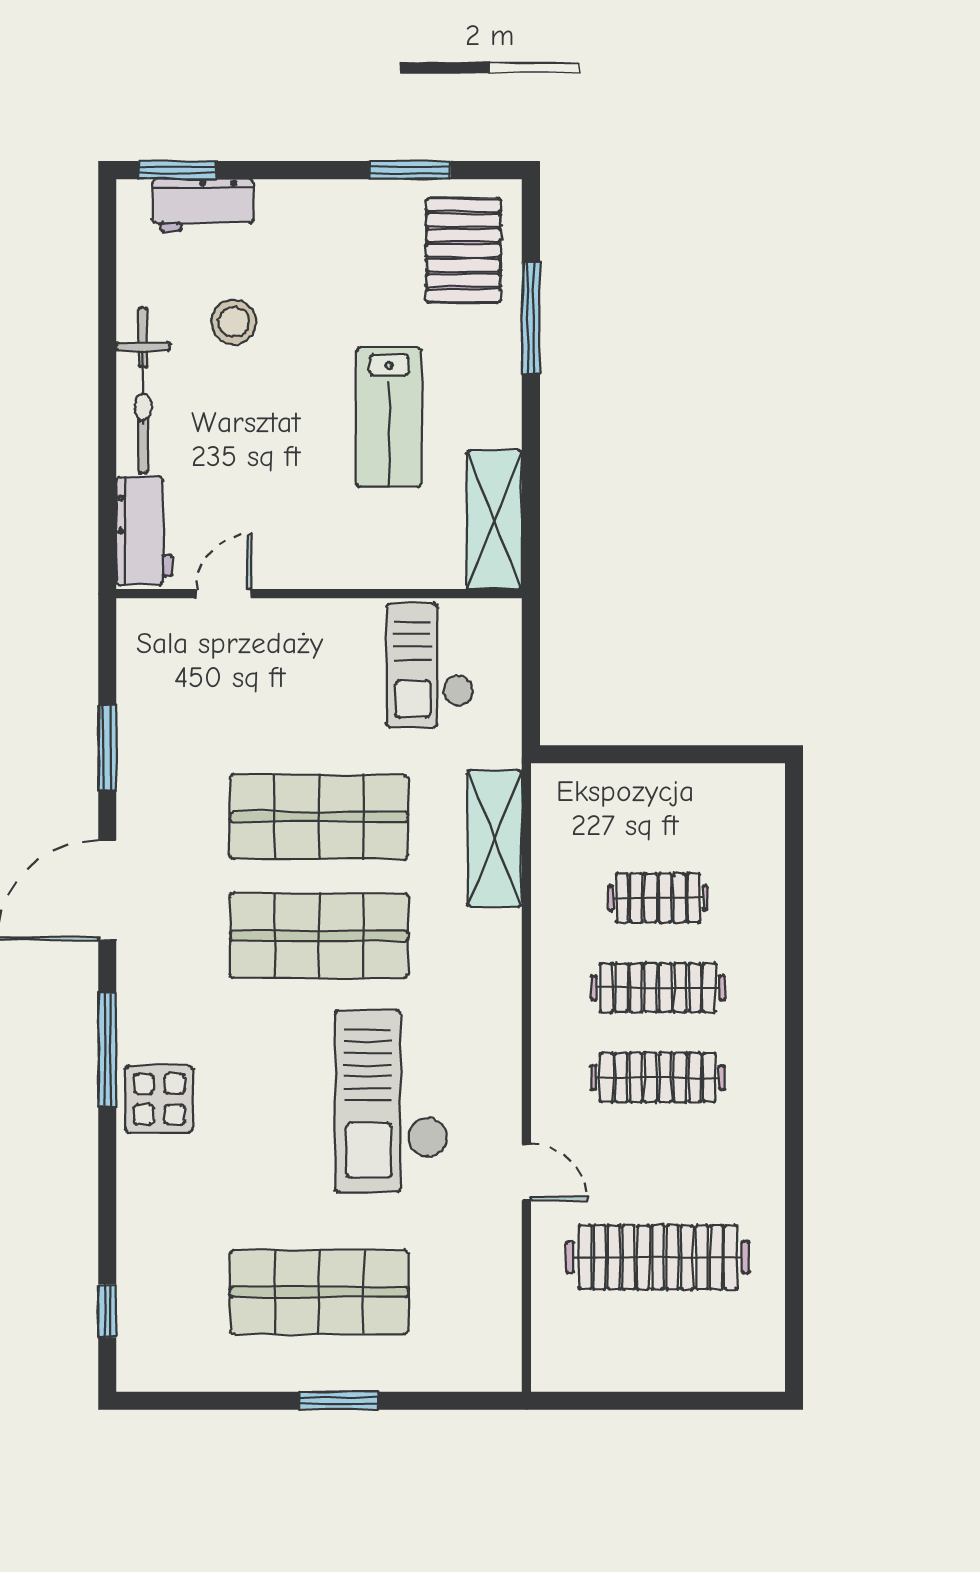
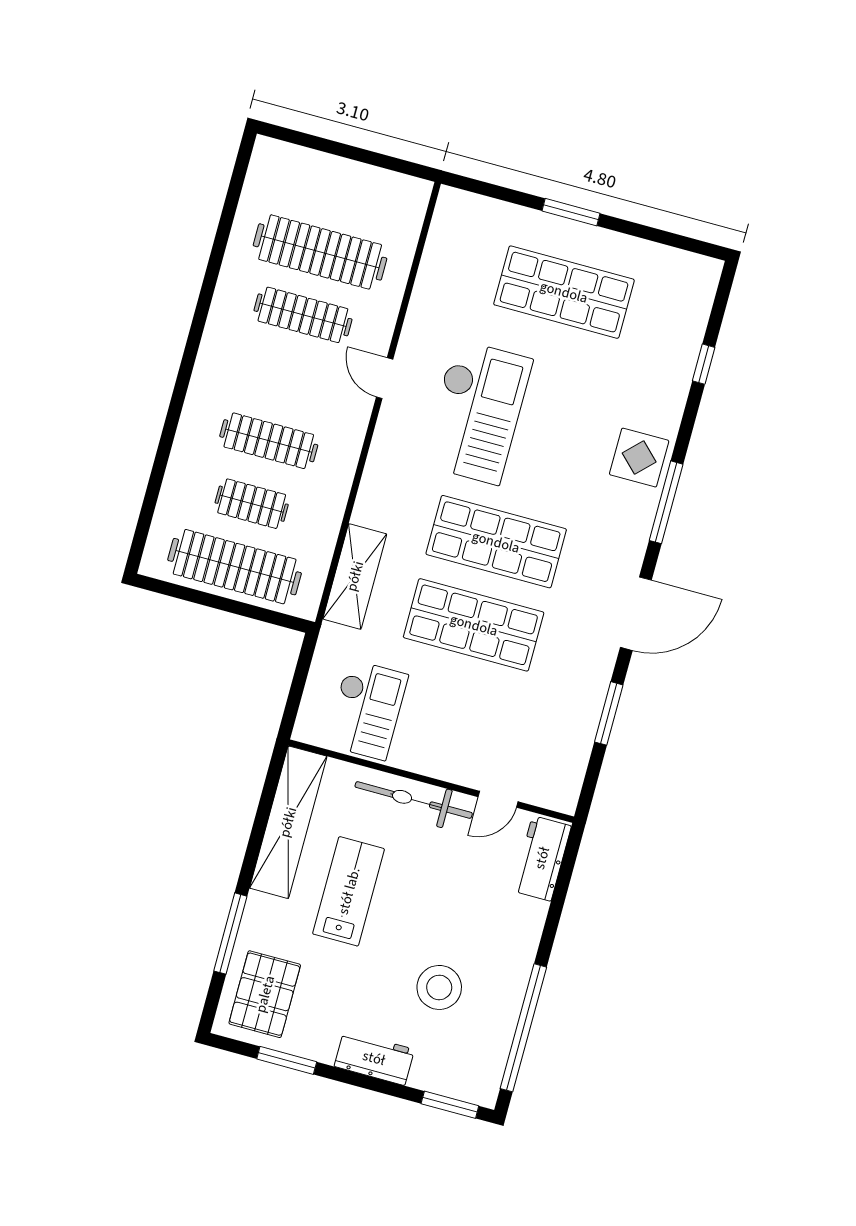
workbench: (203, 205) -> (374, 1058), moved
window: (107, 299) -> (523, 1028), added
stool: (234, 322) -> (439, 987), width x1.38, depth x1.38
bicycle: (143, 390) -> (414, 800), moved, turned -90
shelving: (494, 520) -> (288, 822), width x1.47
clothes rail: (658, 808) -> (235, 567), added
clothes rail: (658, 1078) -> (303, 315), moved
door: (526, 1172) -> (385, 378), moved
window: (107, 1311) -> (704, 364), moved

